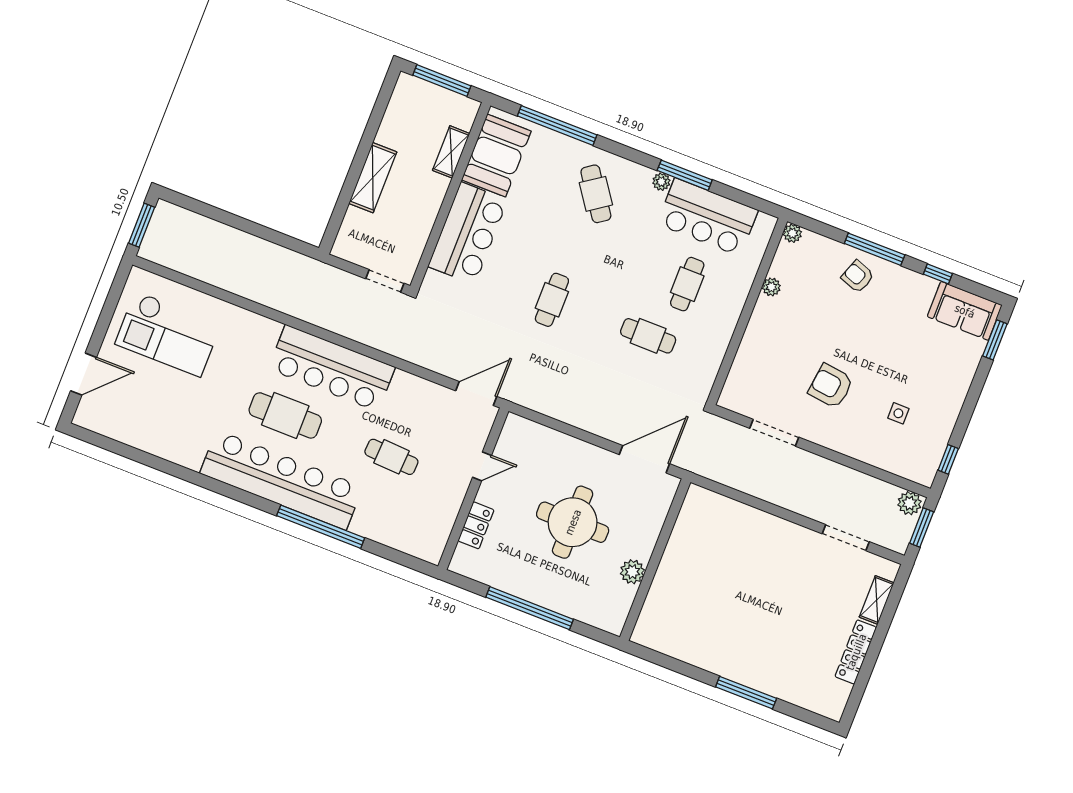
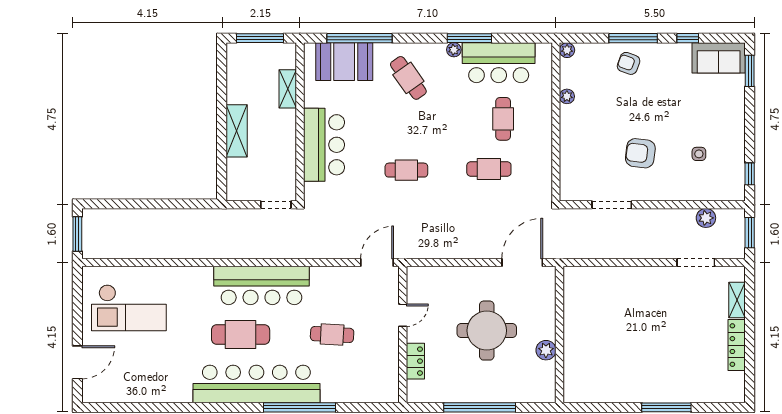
booth: (496, 155) -> (344, 62), moved, turned 90
cafe table: (552, 300) -> (406, 170), turned 90
plant: (910, 503) -> (706, 218), moved

